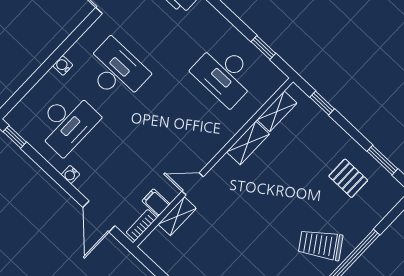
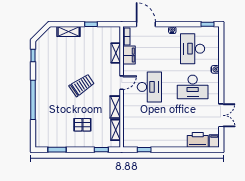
desk: (225, 74) -> (149, 87), moved, turned 90
pallet: (348, 178) -> (82, 125), moved
door: (193, 184) -> (122, 83), moved
filing cabinet: (156, 202) -> (129, 55), width x2.00
trolley: (321, 245) -> (82, 85), moved

